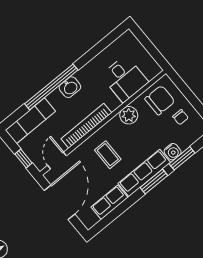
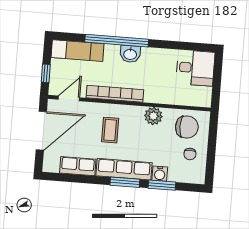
desk: (125, 79) -> (195, 68), moved, turned -90

